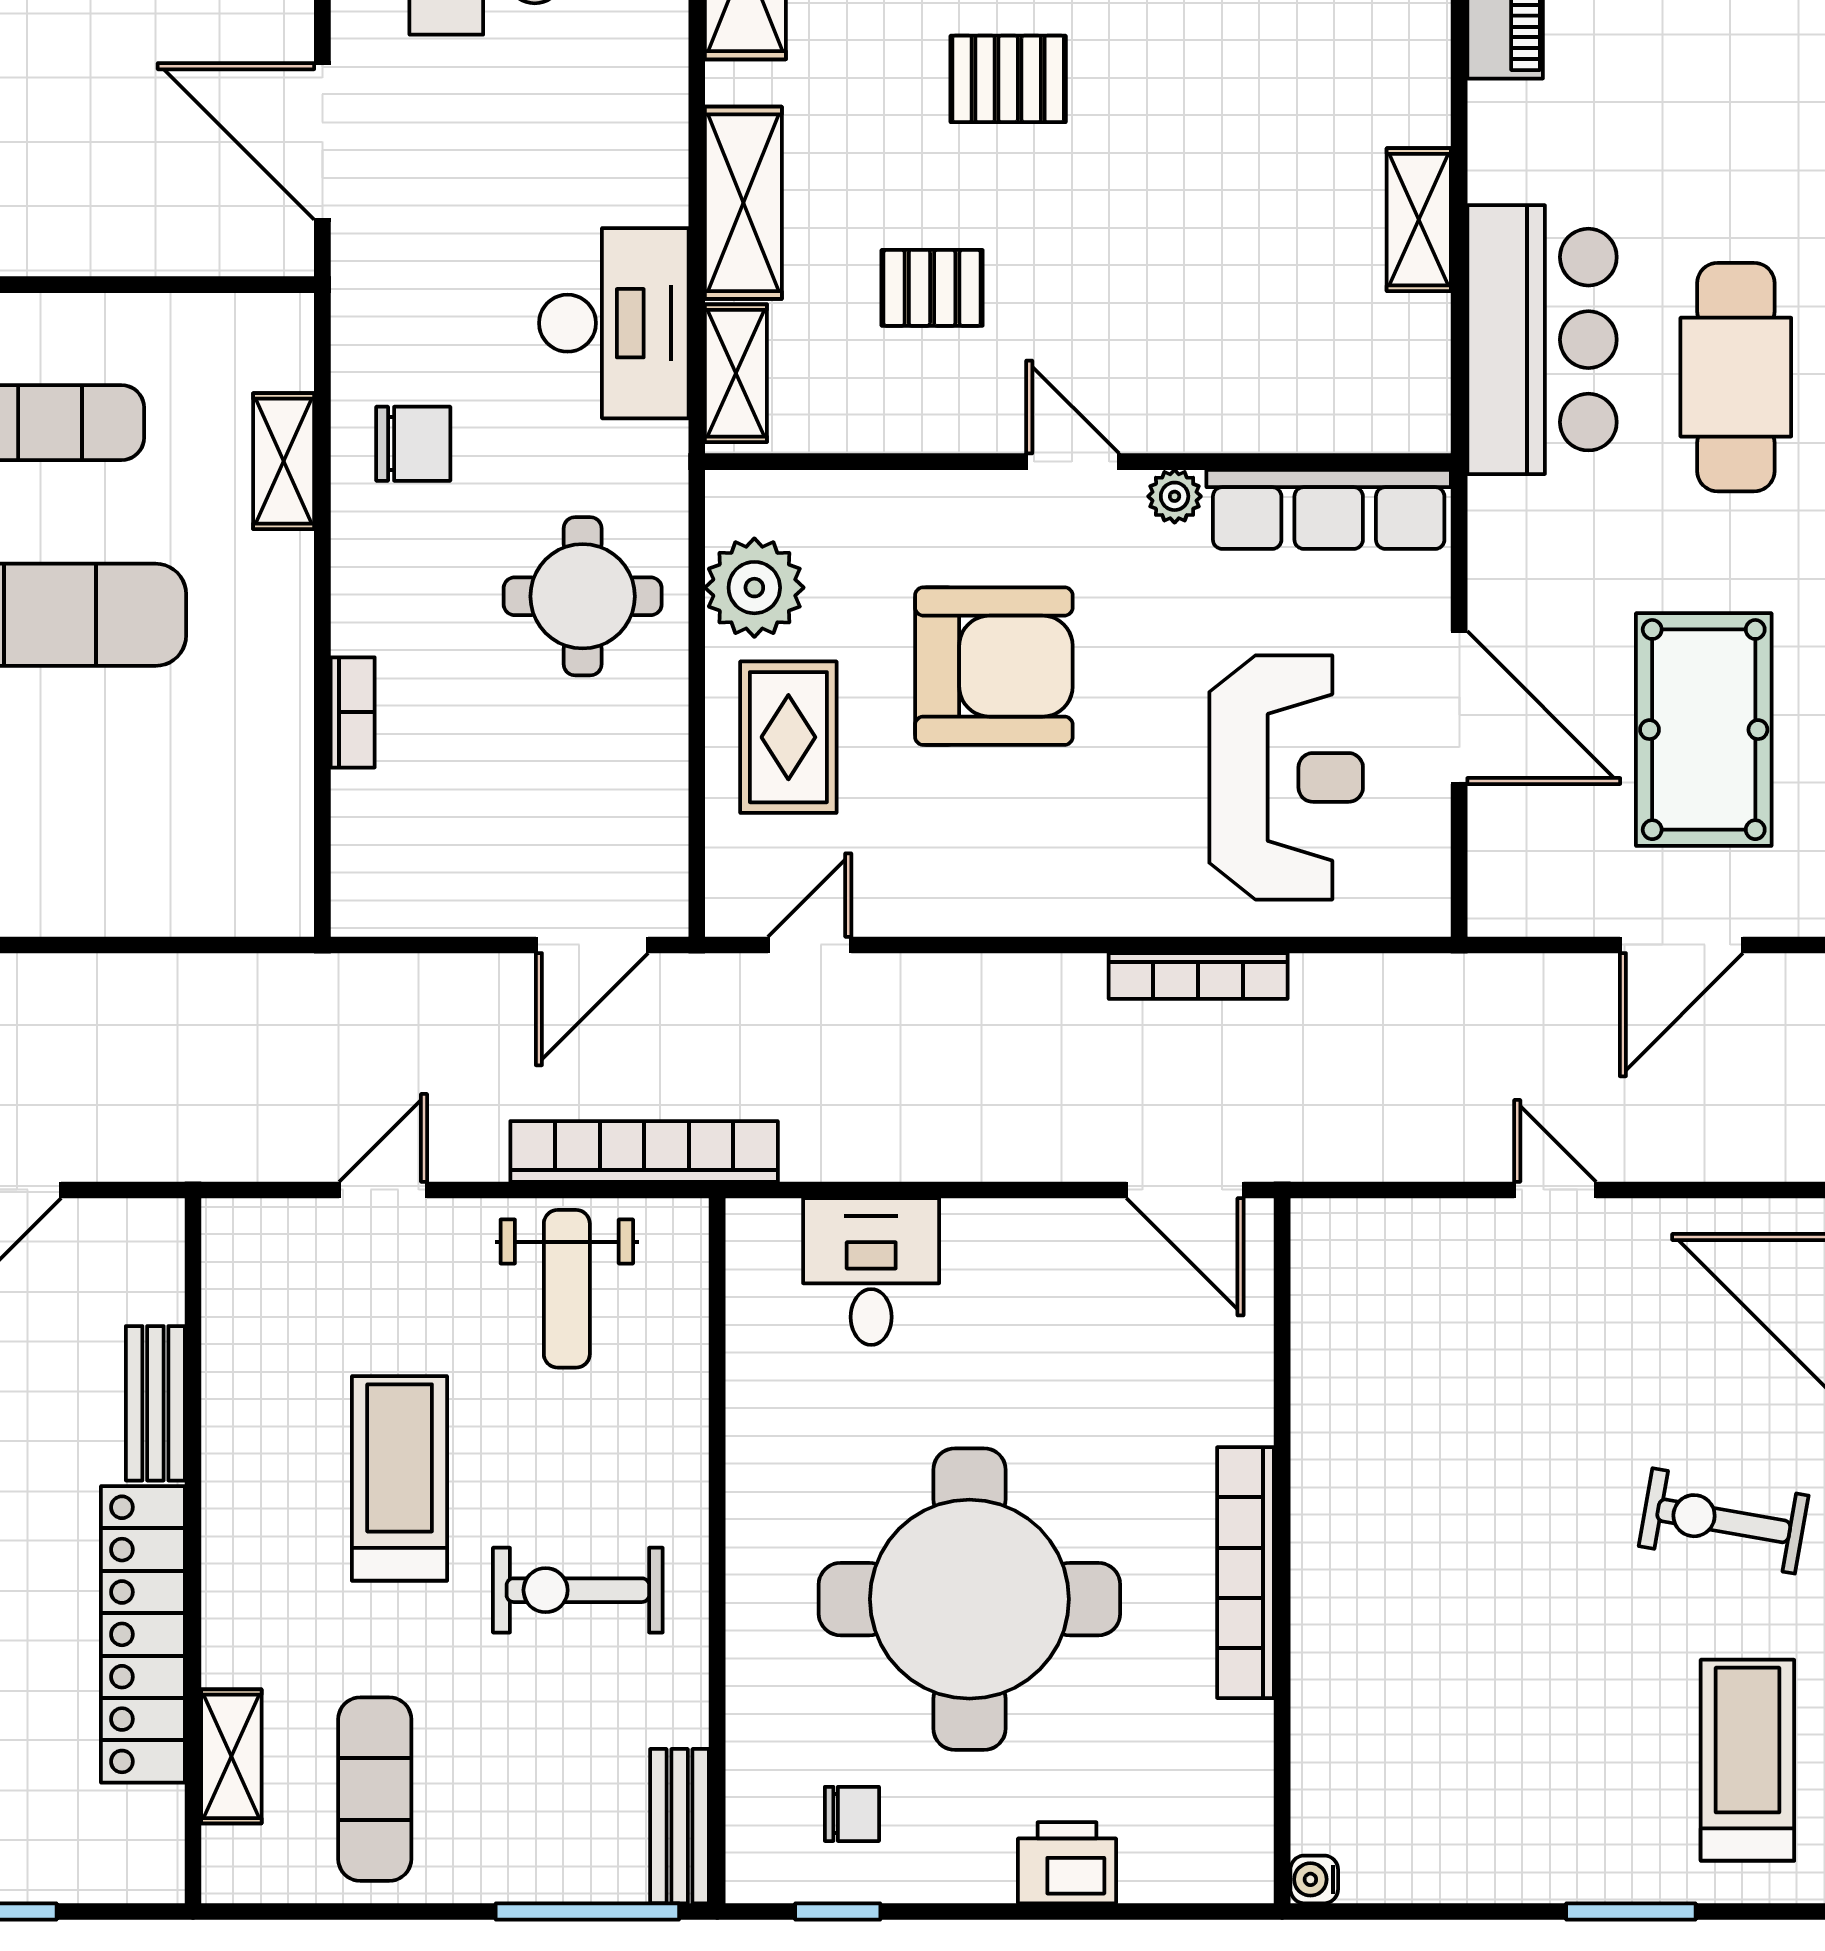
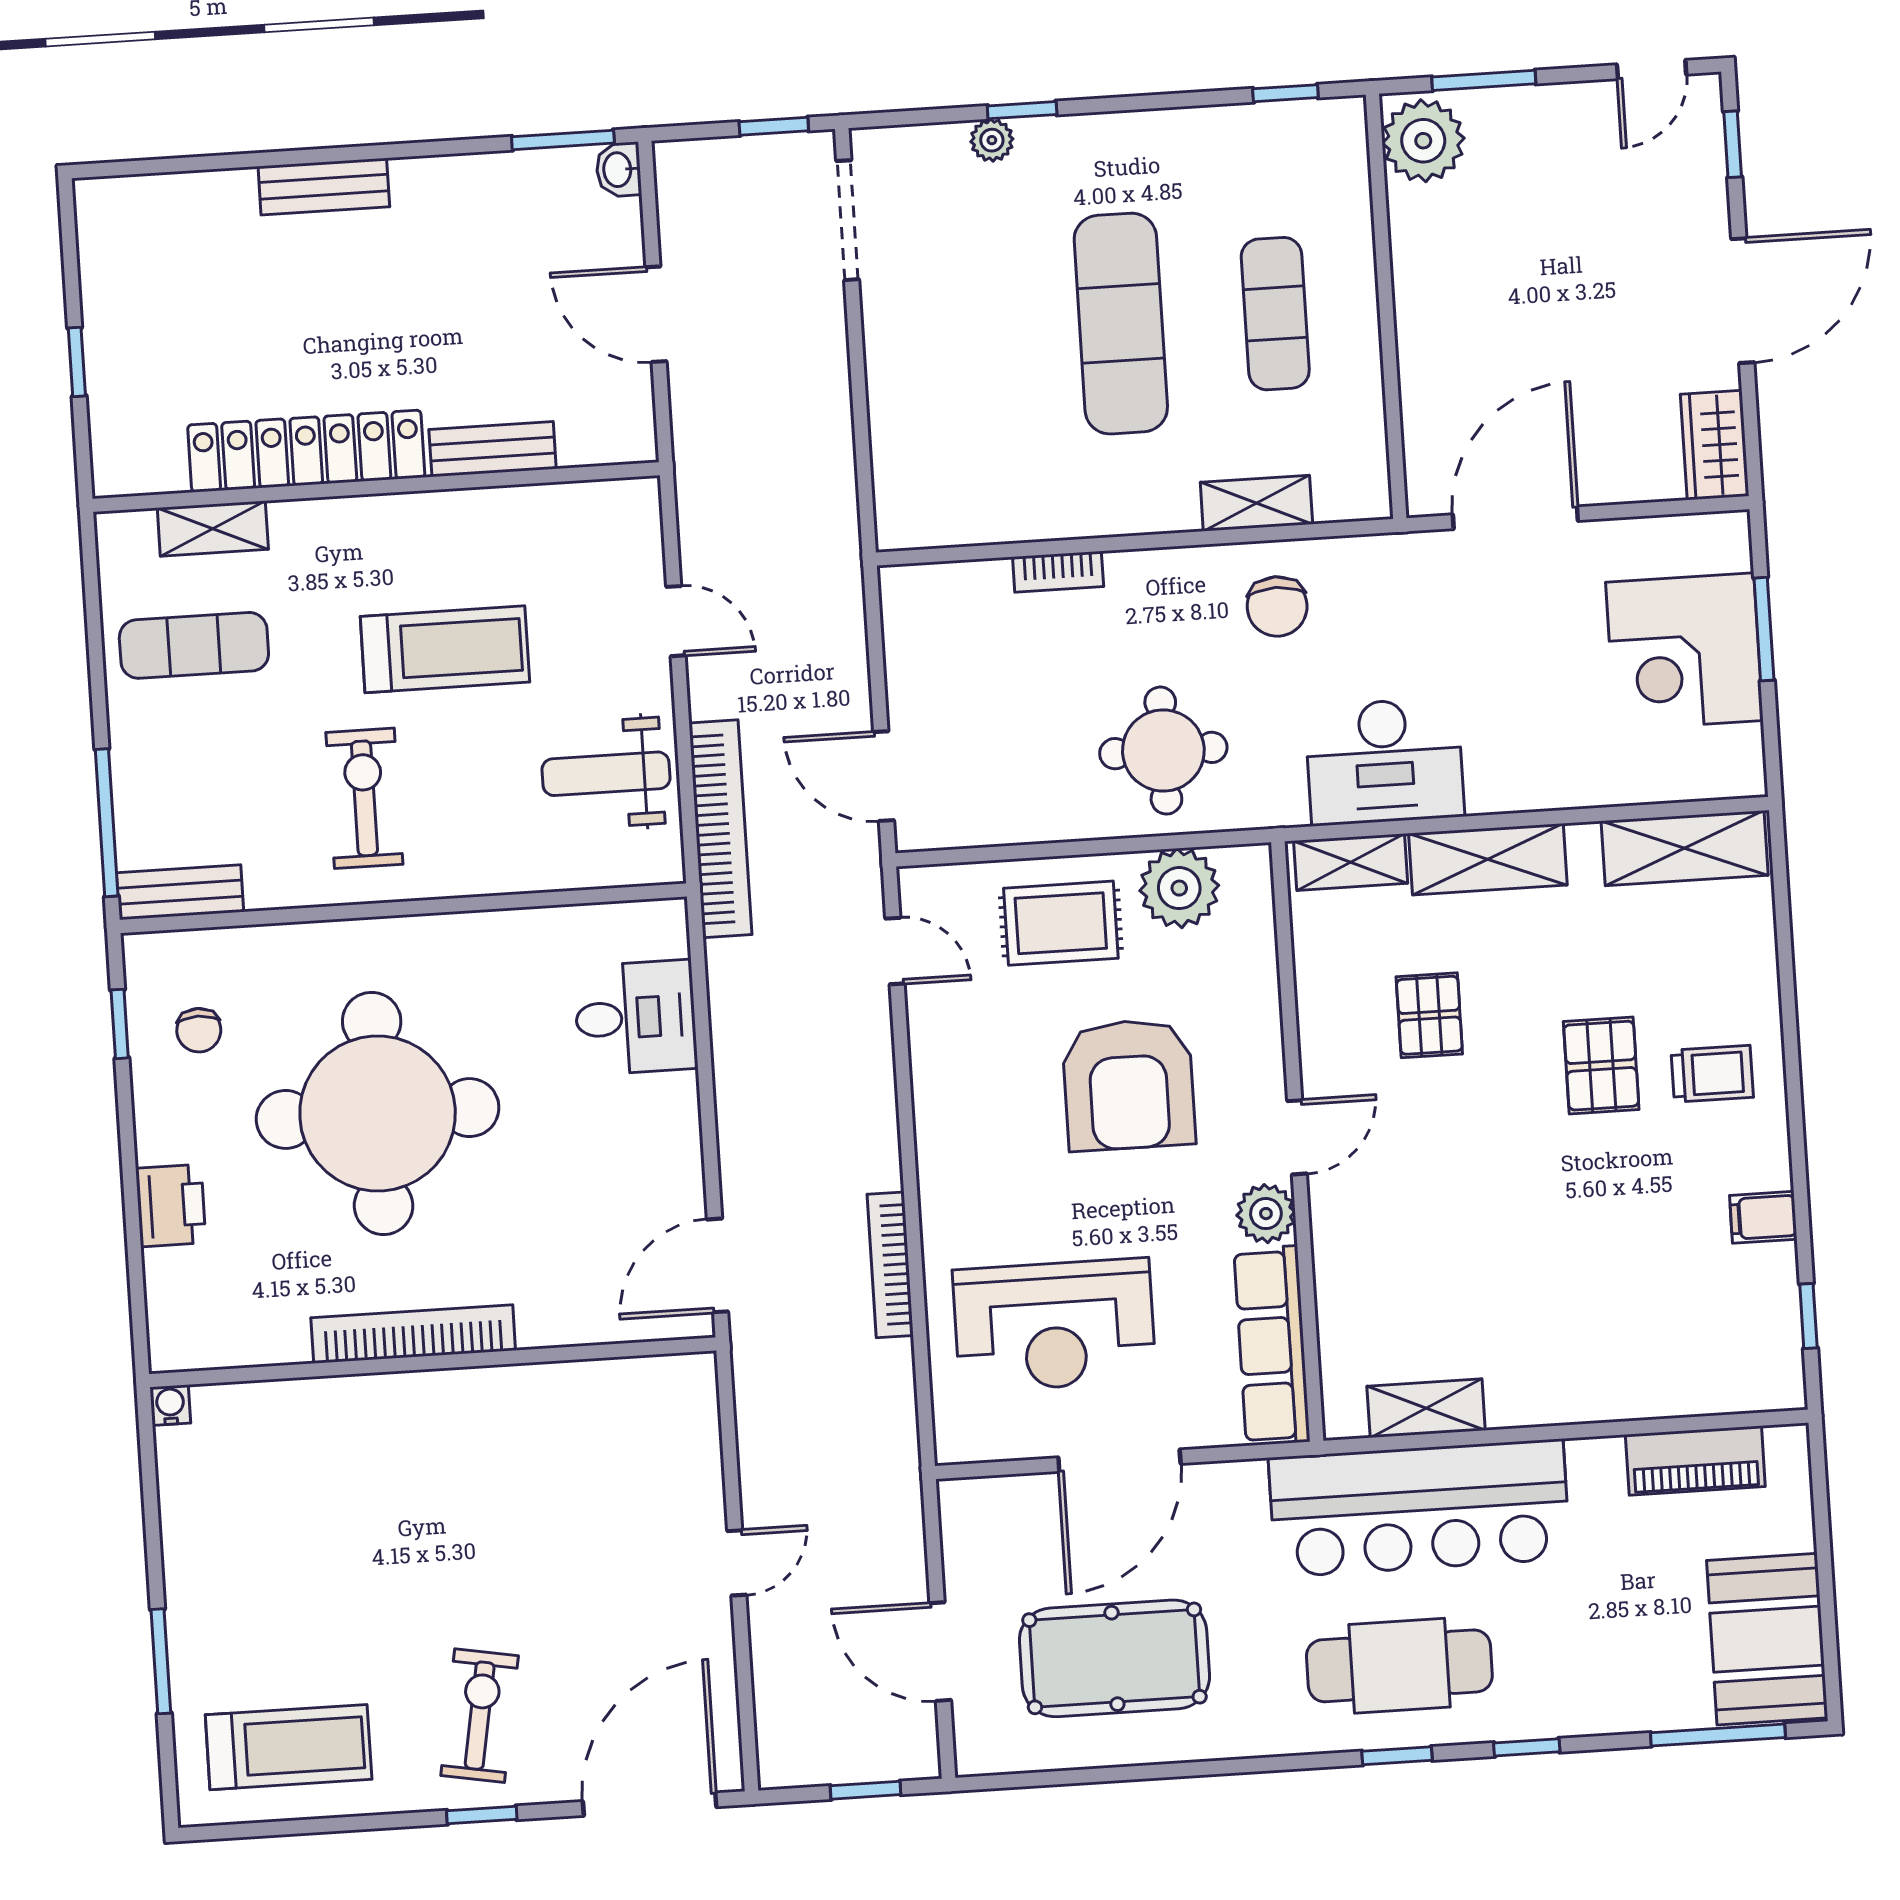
shelving: (1419, 220) -> (1426, 1408), moved
bar counter: (1542, 340) -> (1419, 1508), width x1.36
plant: (1175, 496) -> (1266, 1214), width x1.38, depth x1.38

